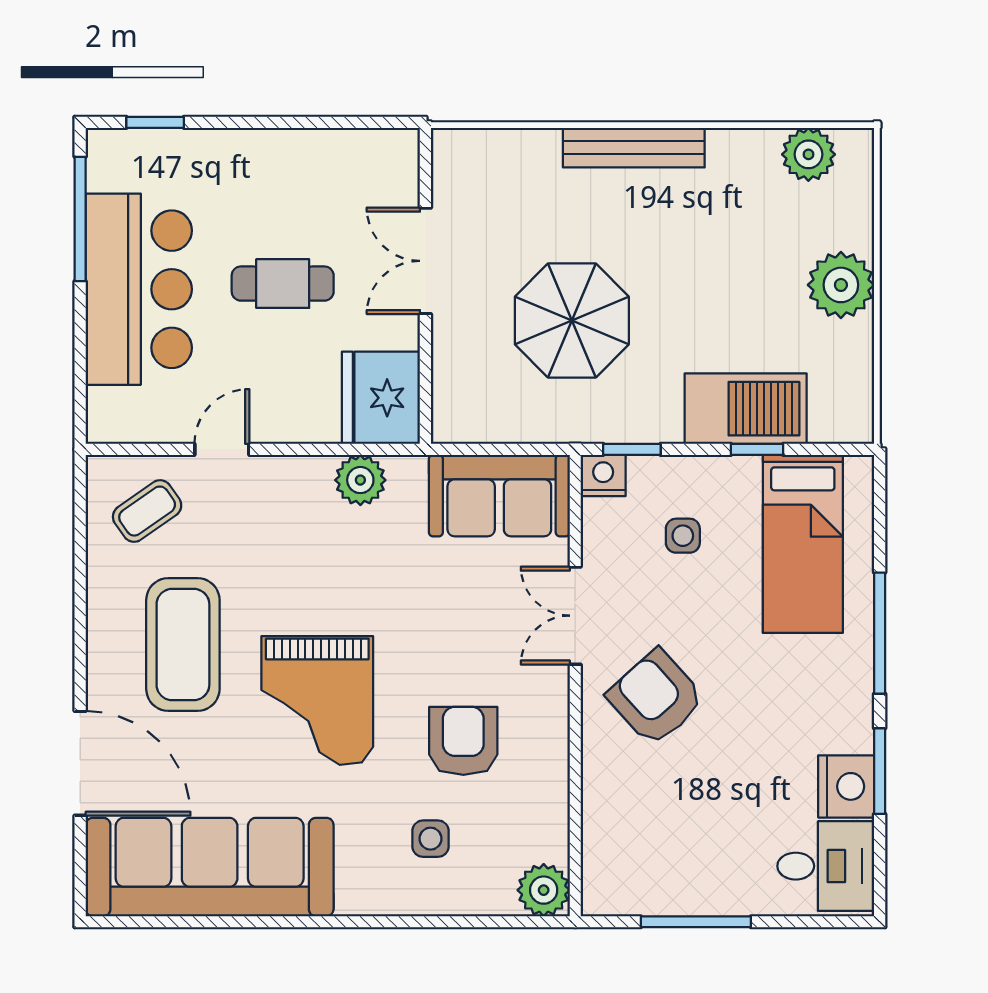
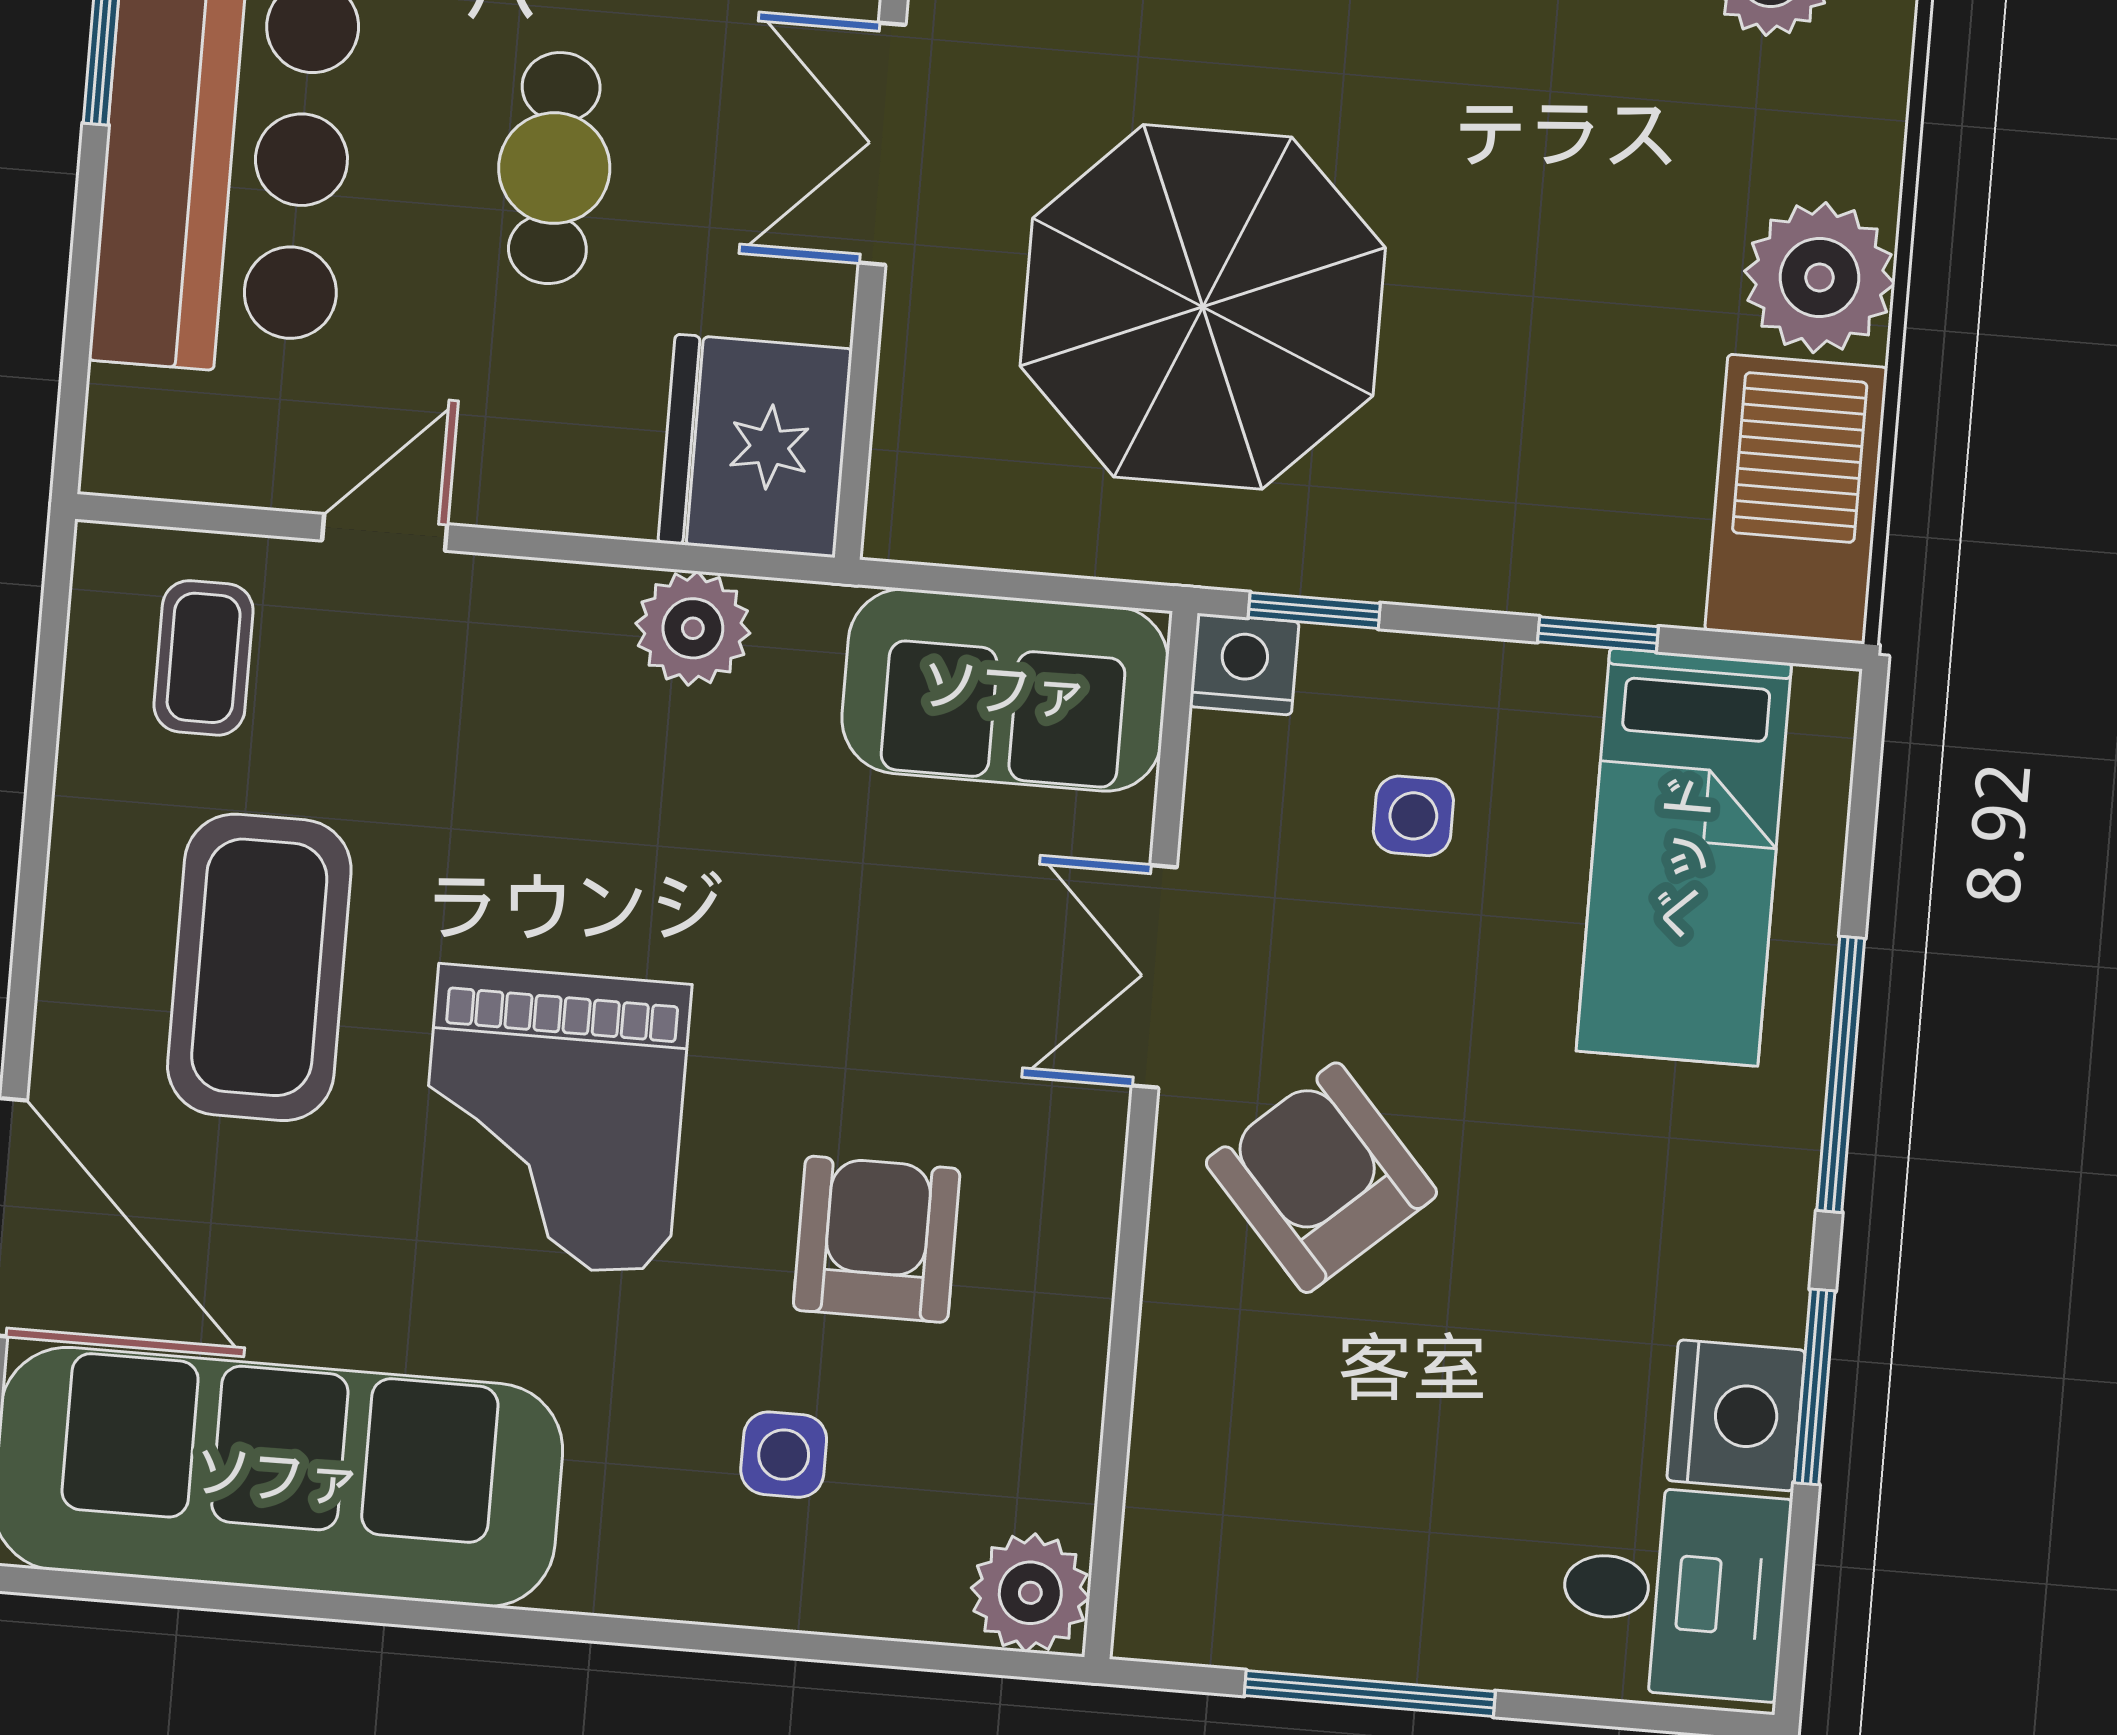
cafe table: (283, 284) -> (554, 168), turned 90
parasol: (572, 321) -> (1203, 307), width x1.36, depth x1.36
barbecue: (746, 409) -> (1796, 499), moved, turned -90
coffee table: (147, 511) -> (204, 658), turned -55

